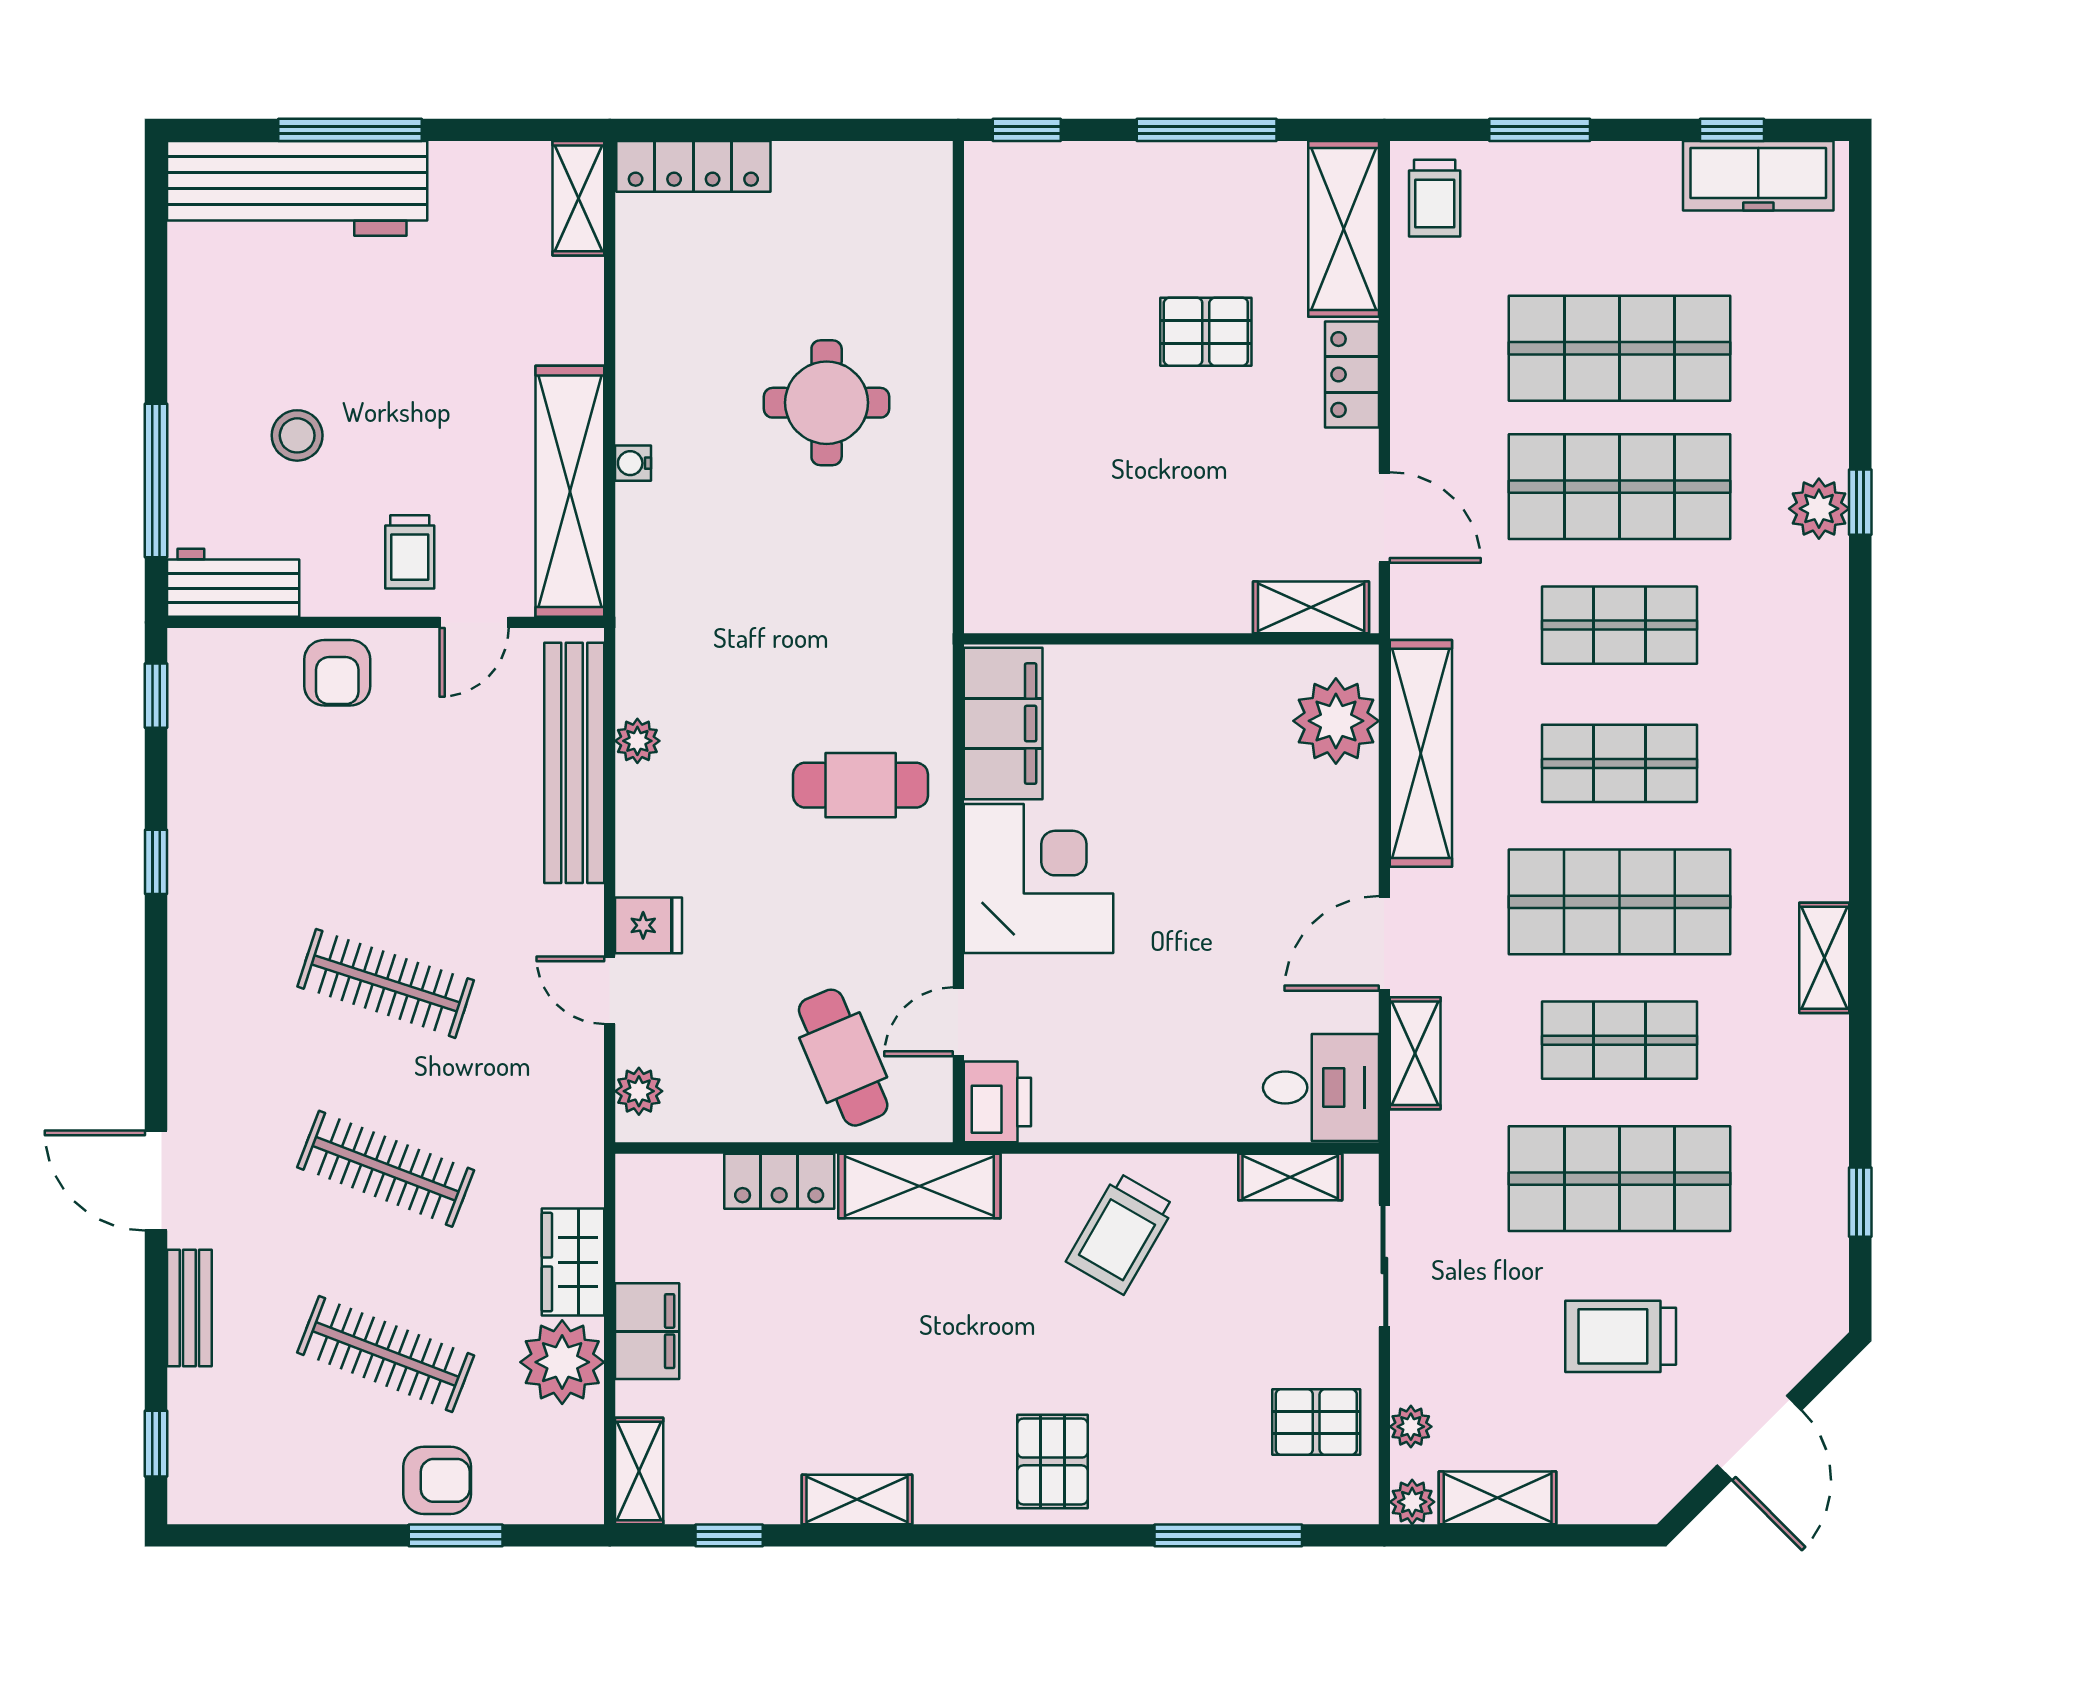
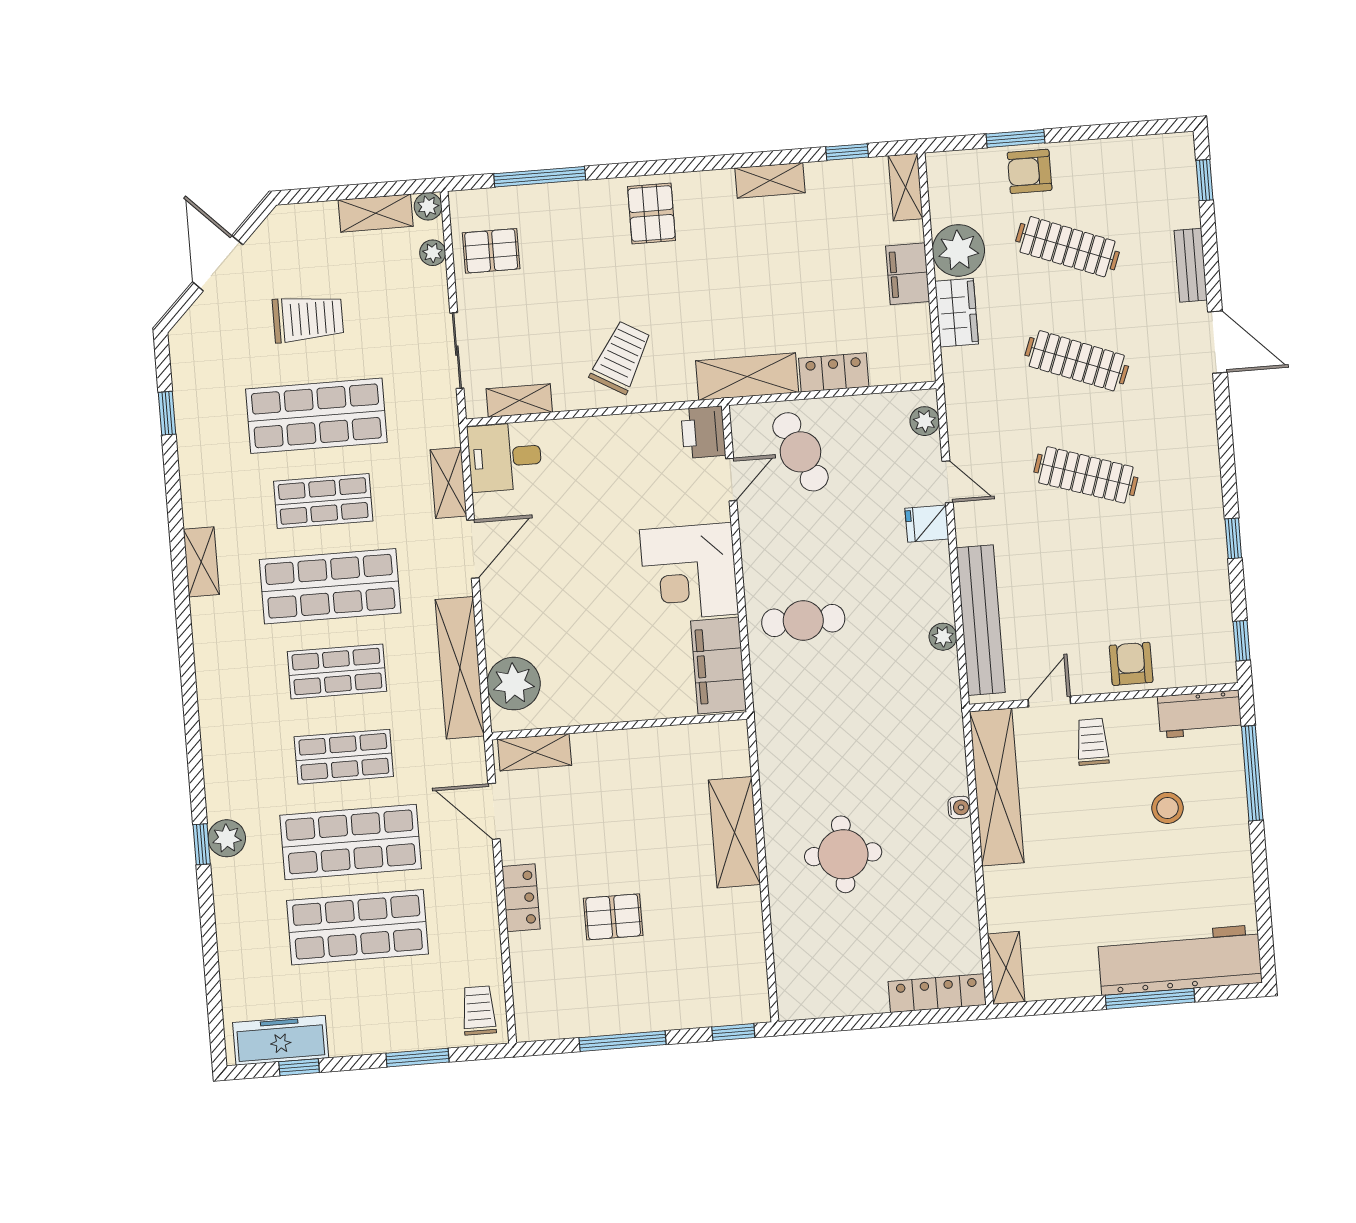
shelving: (1344, 229) -> (734, 832), moved

